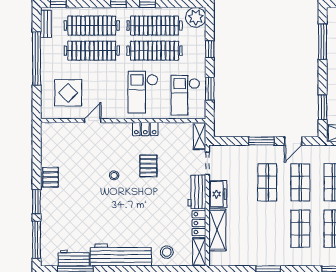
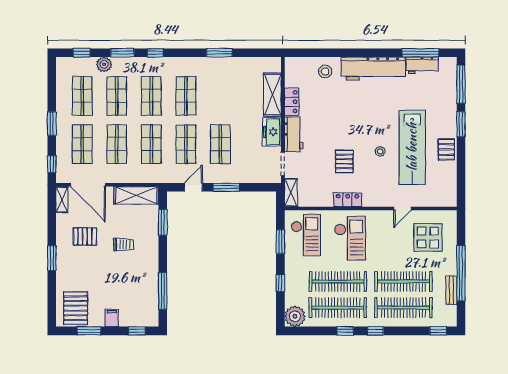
bench: (46, 24) -> (451, 290), moved
lab bench: (83, 179) -> (412, 147), added
shelving: (199, 252) -> (291, 72), removed

